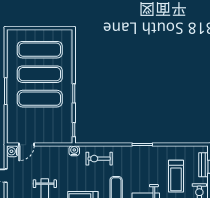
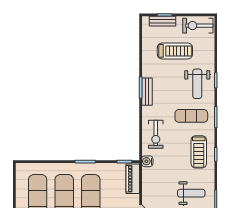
piano: (58, 137) -> (133, 179), added
bench: (139, 151) -> (147, 92), added

